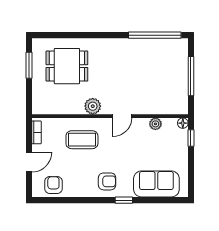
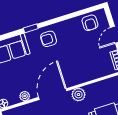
door: (122, 116) -> (53, 94), width x1.88
coffee table: (82, 140) -> (79, 65), removed

